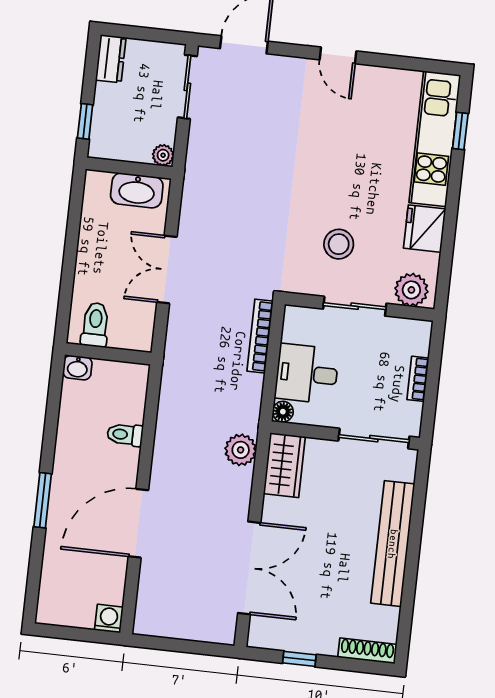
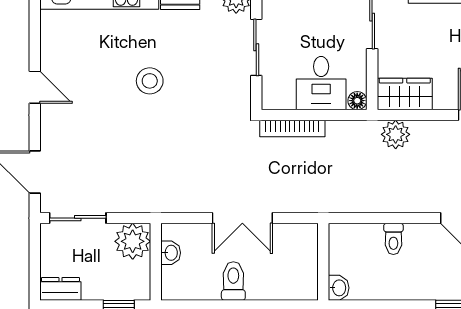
door: (338, 55) -> (35, 87), hinge flipped
plant: (163, 155) -> (133, 241), width x1.88, depth x1.88
washbasin: (137, 190) -> (171, 253), width x0.52, depth x0.69
stool: (339, 244) -> (150, 81), moved
toilet: (95, 325) -> (233, 281), moved, turned 90

